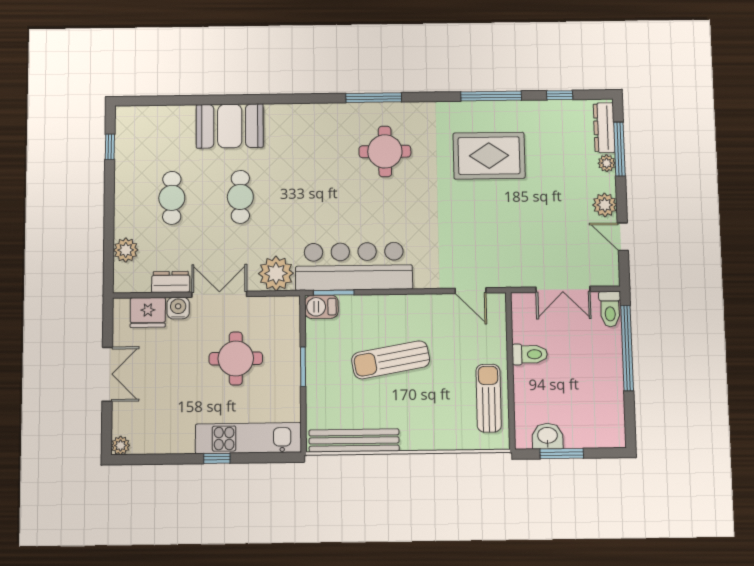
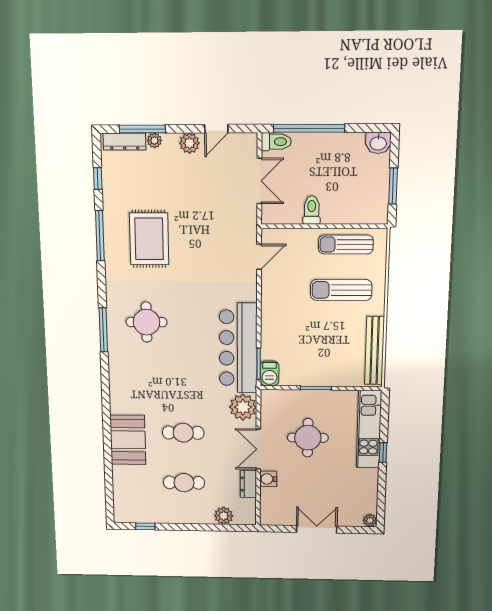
fridge: (148, 312) -> (271, 501), removed
sun lounger: (391, 360) -> (341, 290), moved, turned 100
washbasin: (547, 436) -> (378, 143), moved, turned -90

